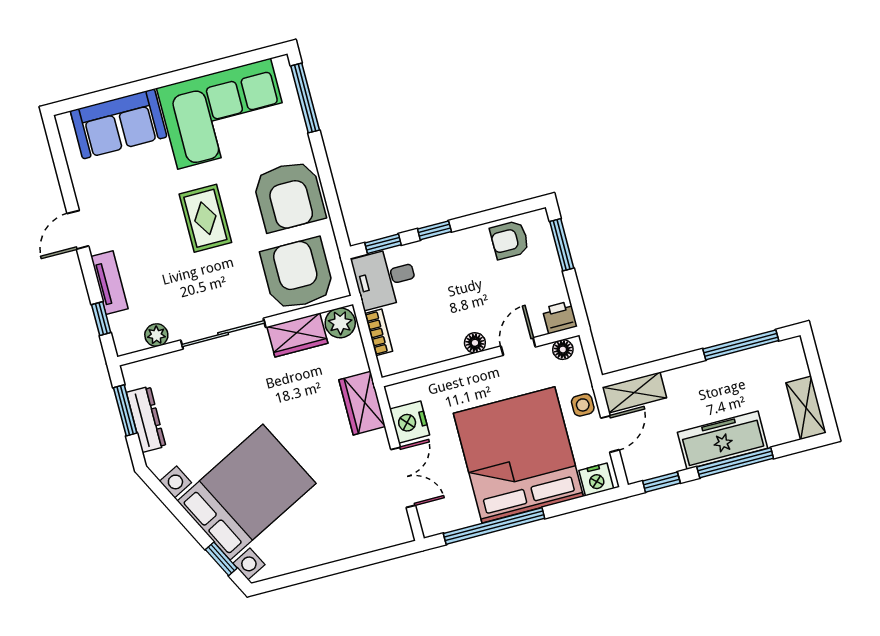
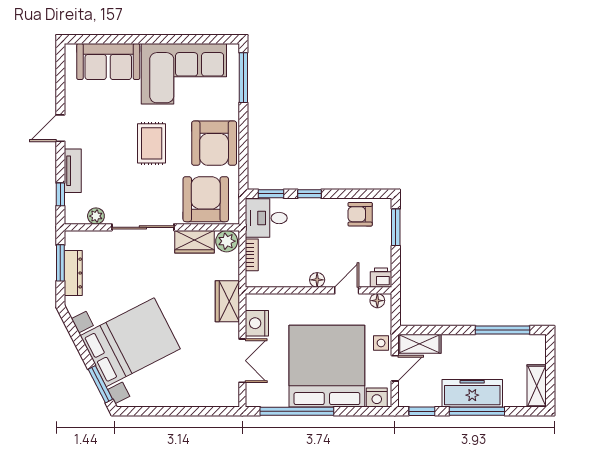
window: (221, 559) -> (100, 384), width x1.50

